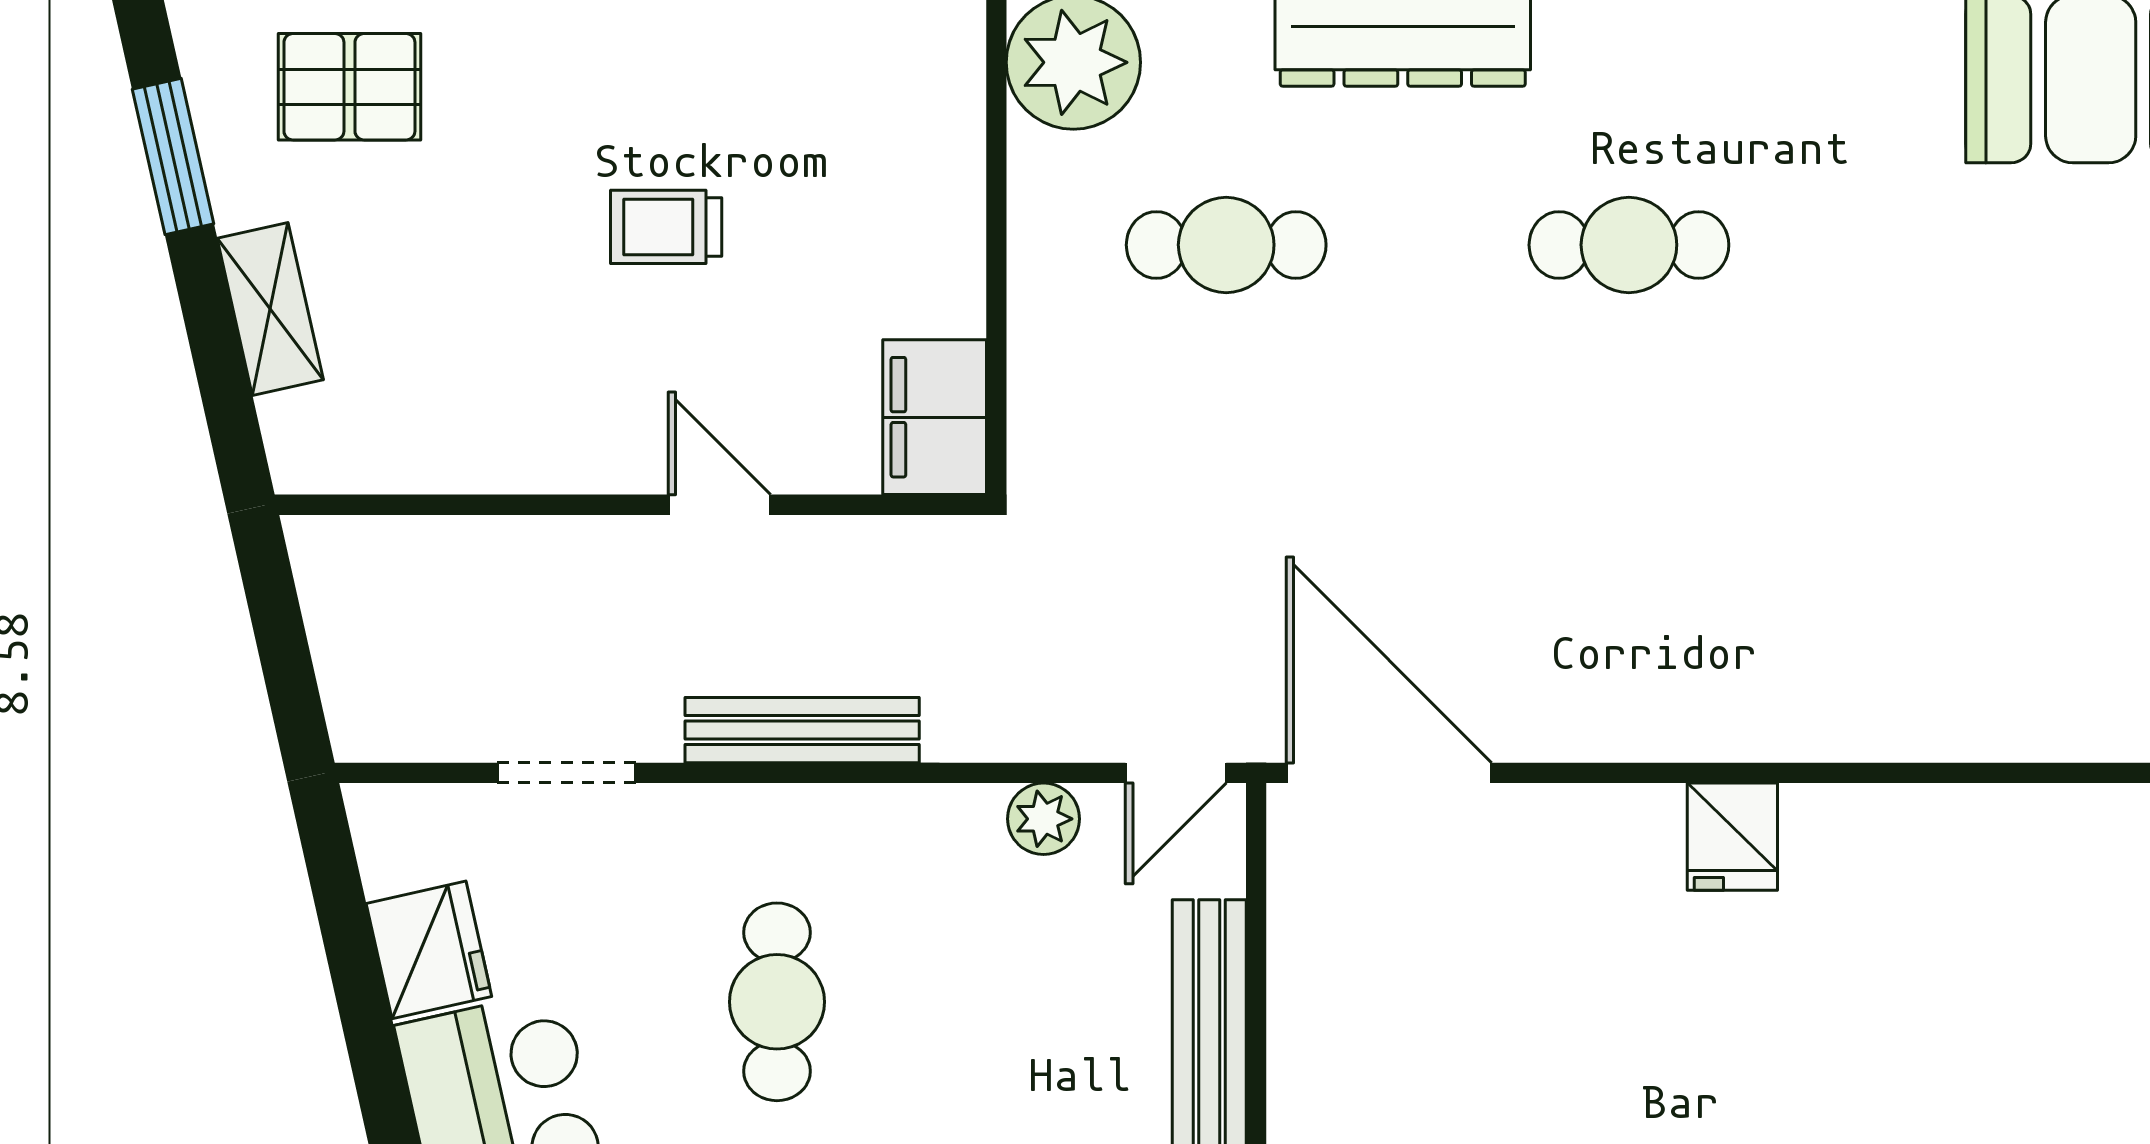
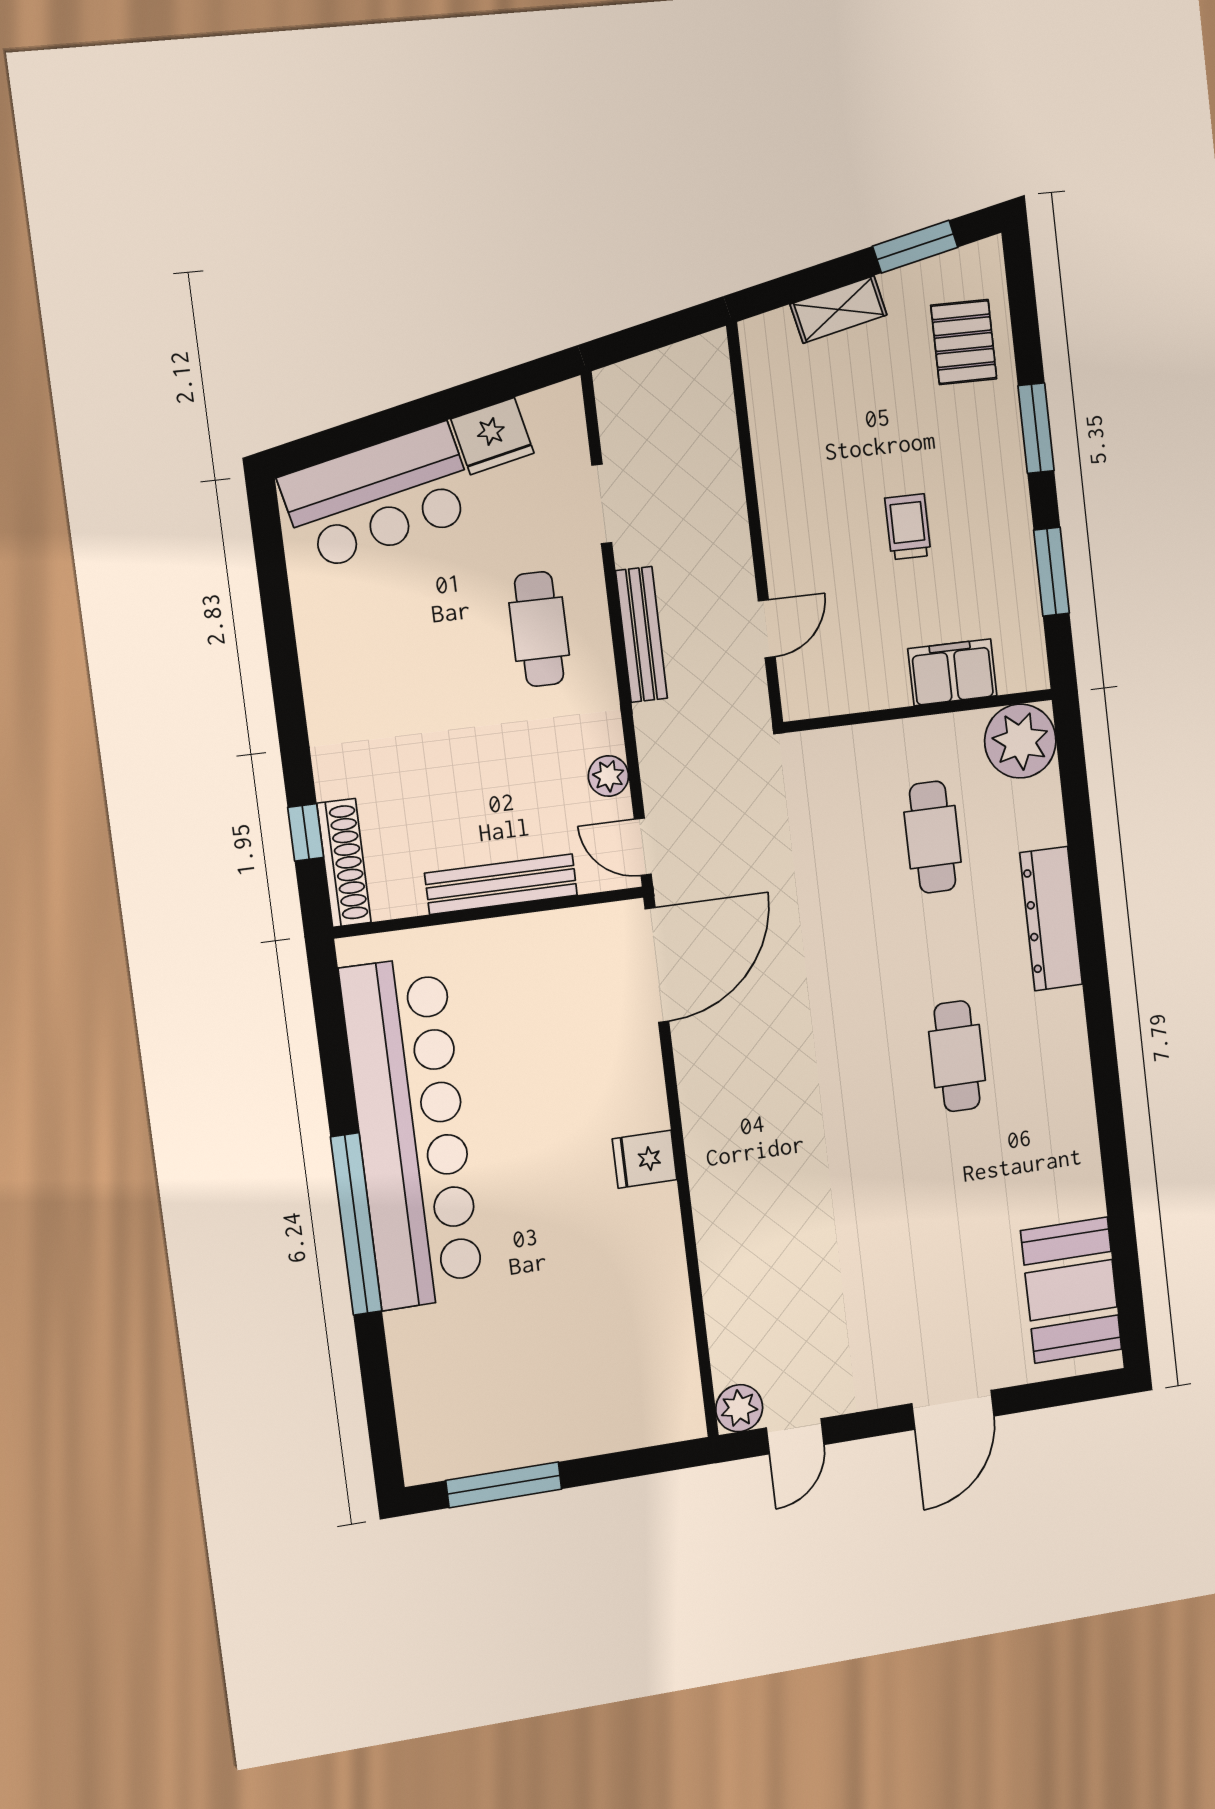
filing cabinet: (935, 417) -> (952, 672), moved
door: (719, 505) -> (767, 629), moved
cafe table: (777, 1002) -> (539, 629), moved, turned 90

